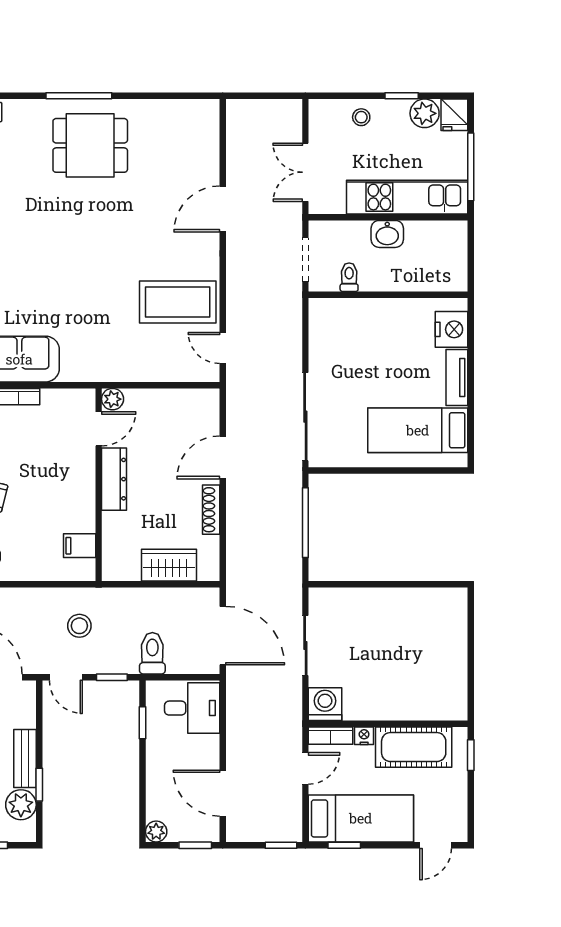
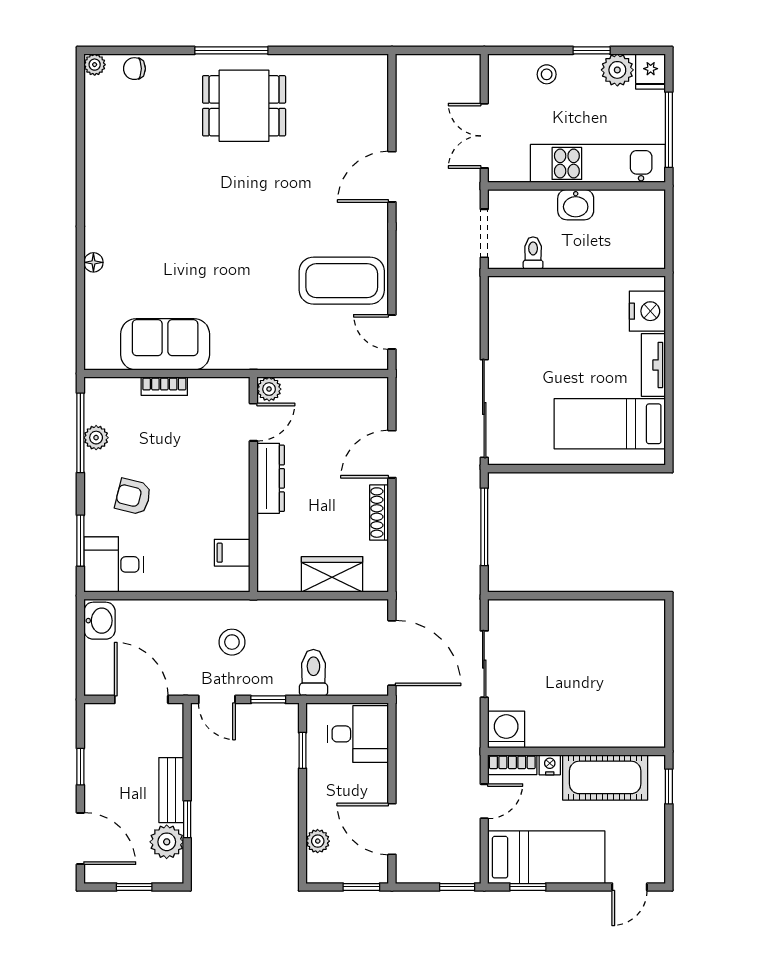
plant: (156, 832) -> (318, 841), moved

